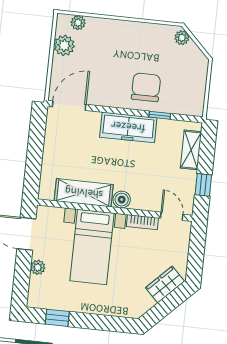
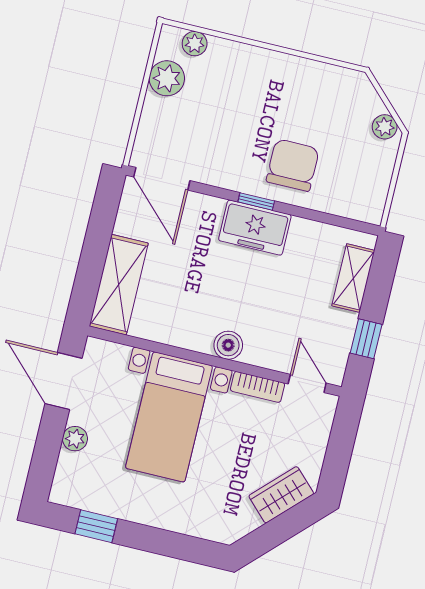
plant: (182, 38) -> (385, 127), moved
door: (69, 106) -> (162, 179), swing flipped
window: (160, 115) -> (256, 201), moved
freezer: (128, 127) -> (255, 228), width x0.71
shelving: (84, 193) -> (119, 285), moved, turned 90

